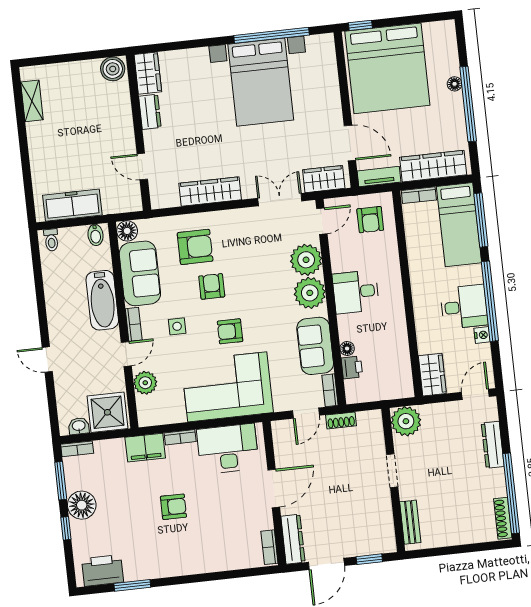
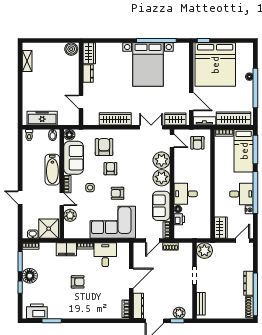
door: (322, 221) -> (172, 141), hinge flipped
armchair: (195, 247) -> (104, 147), turned -90
desk: (356, 292) -> (186, 194), moved
door: (126, 354) -> (62, 199), hinge flipped
dresser: (493, 445) -> (249, 283), moved
desk: (228, 449) -> (105, 255), width x0.73
plant: (371, 544) -> (179, 313), added

